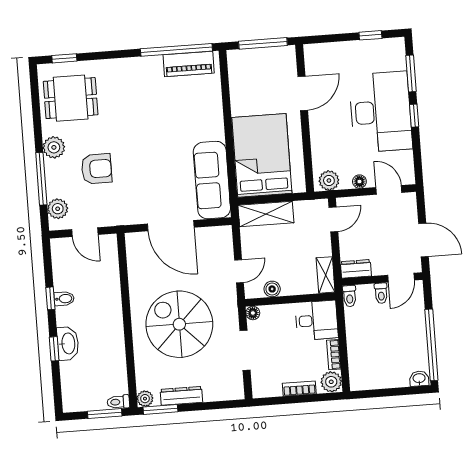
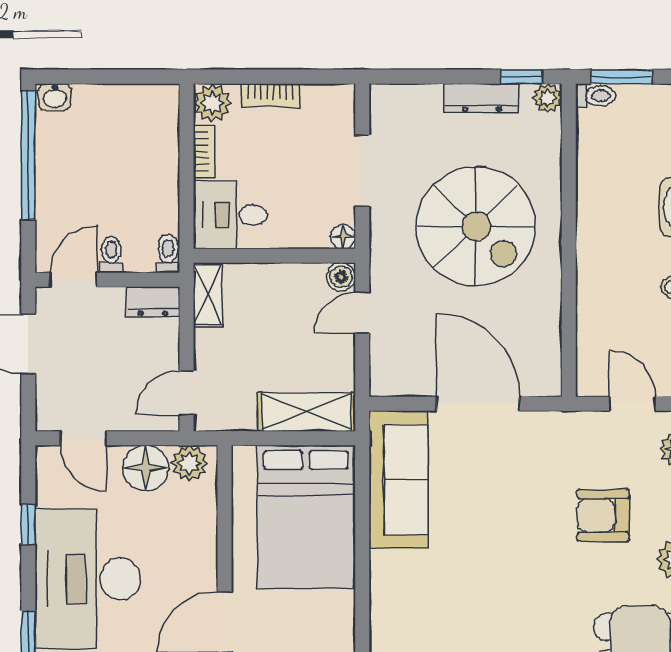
window: (414, 116) -> (28, 525), moved
floor lamp: (359, 182) -> (146, 468), width x1.89, depth x1.89
boiler: (272, 289) -> (341, 277), moved
window: (160, 409) -> (521, 77), width x0.67

